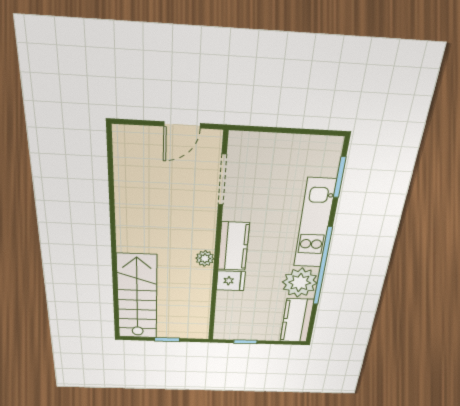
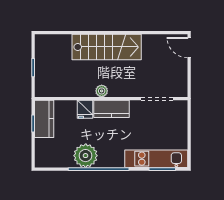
door: (182, 125) -> (189, 48), moved
kitchen unit: (314, 224) -> (156, 159), moved
stairs: (137, 297) -> (107, 47), moved
kitchen counter: (297, 321) -> (44, 119), moved, turned 90

